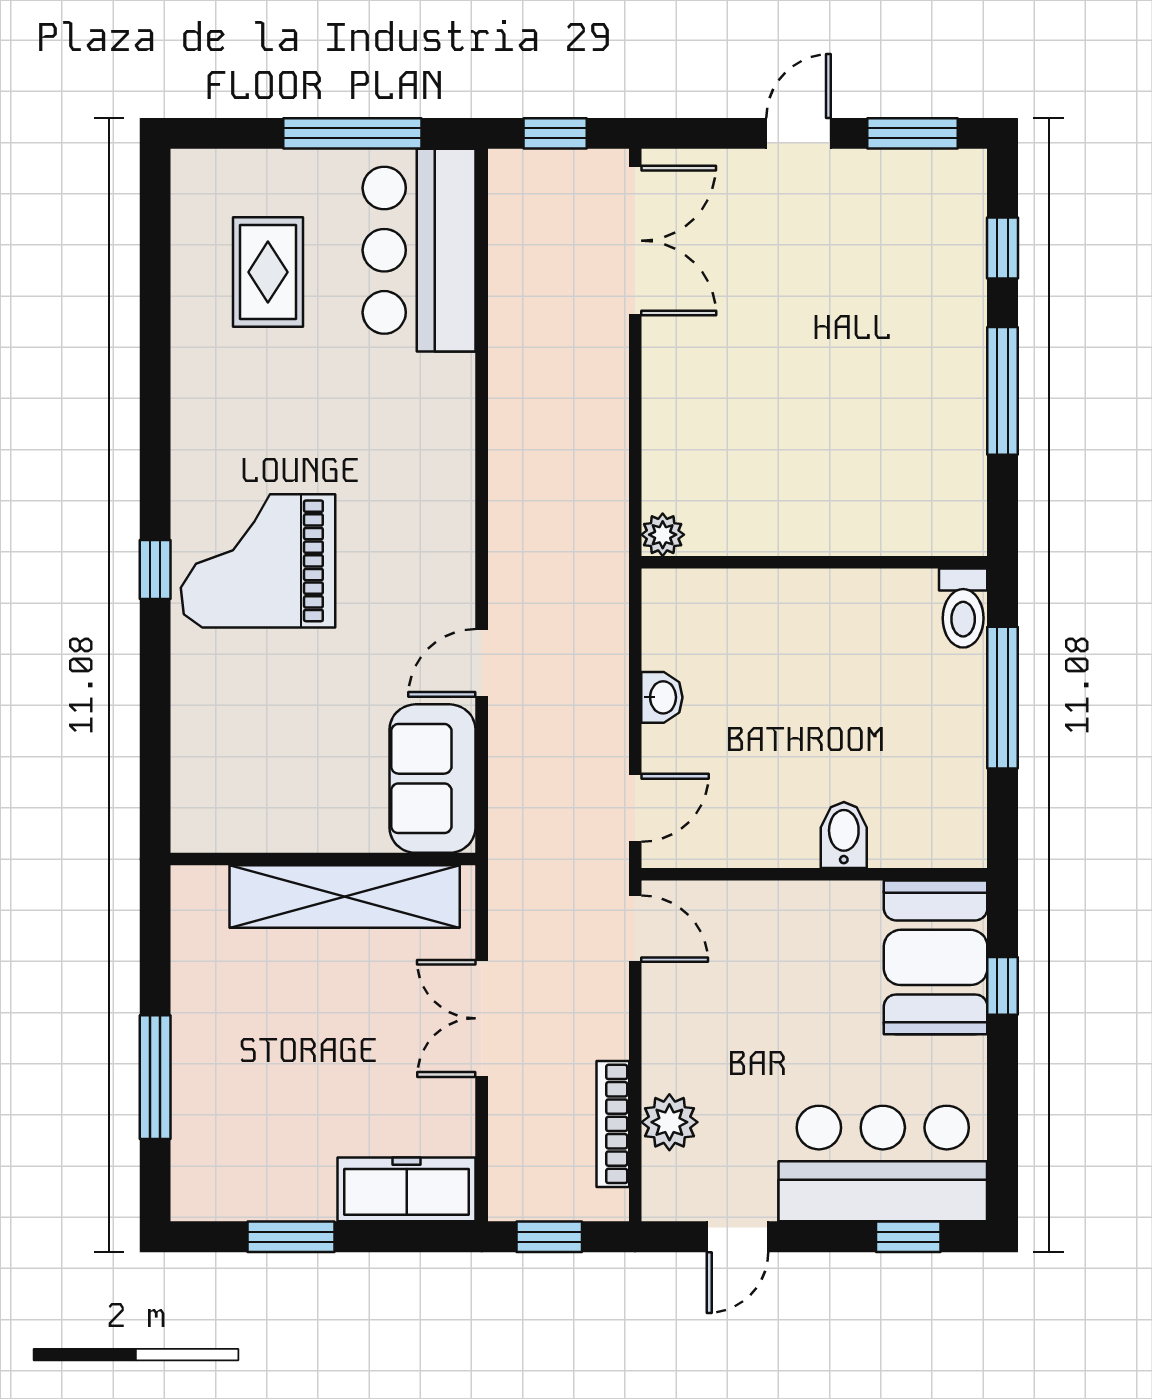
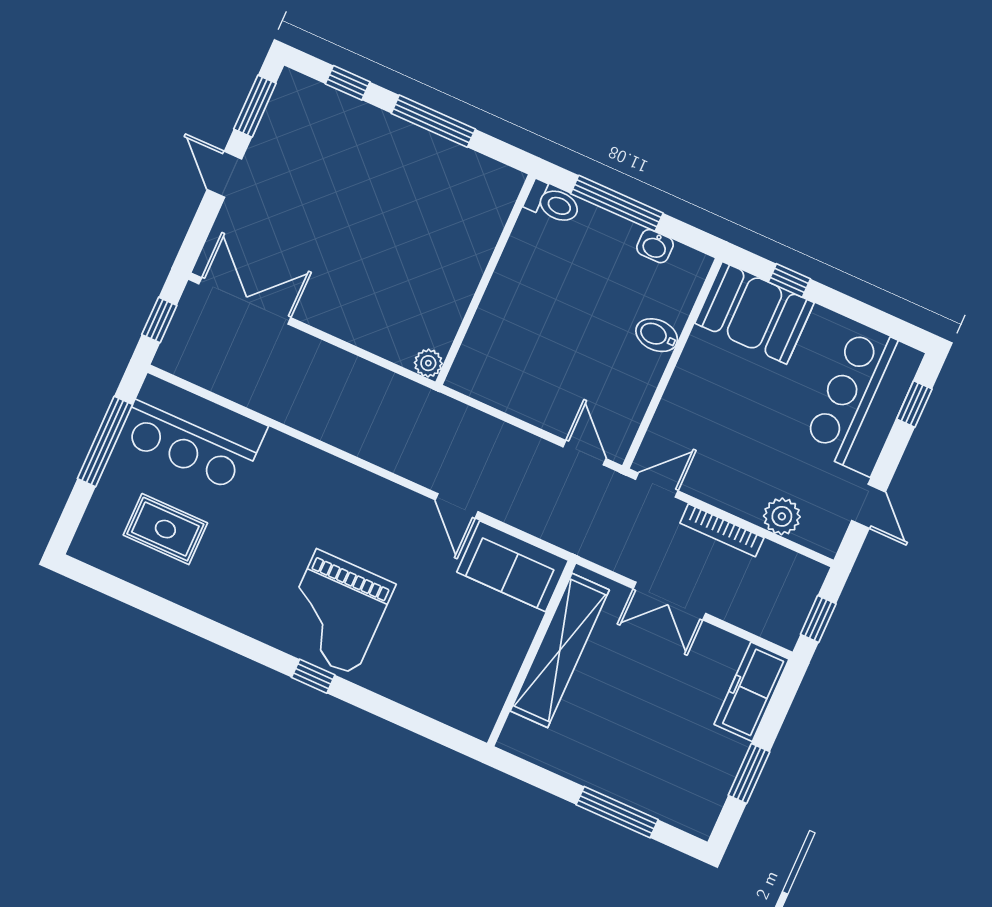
washbasin: (662, 697) -> (655, 246), moved, turned 180
bookcase: (613, 1124) -> (722, 530), moved

